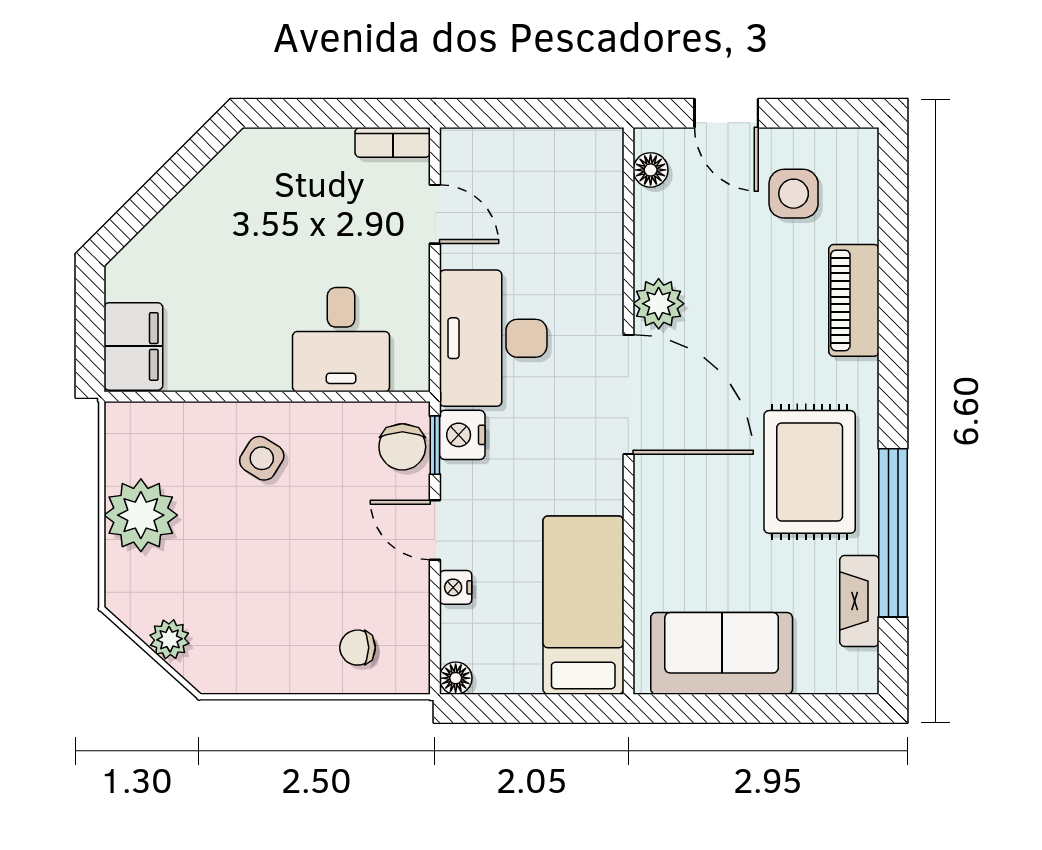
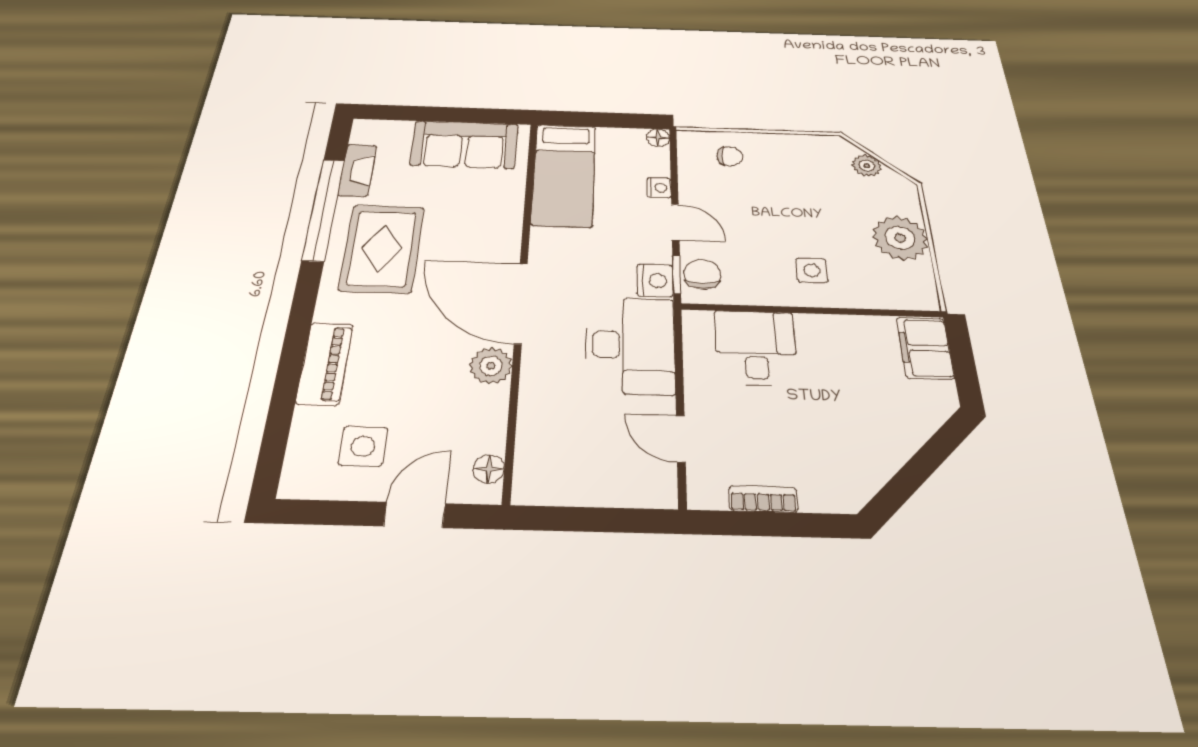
door: (726, 113) -> (415, 515), hinge flipped
bookcase: (393, 142) -> (763, 499), moved
side table: (262, 458) -> (812, 270), turned -32

